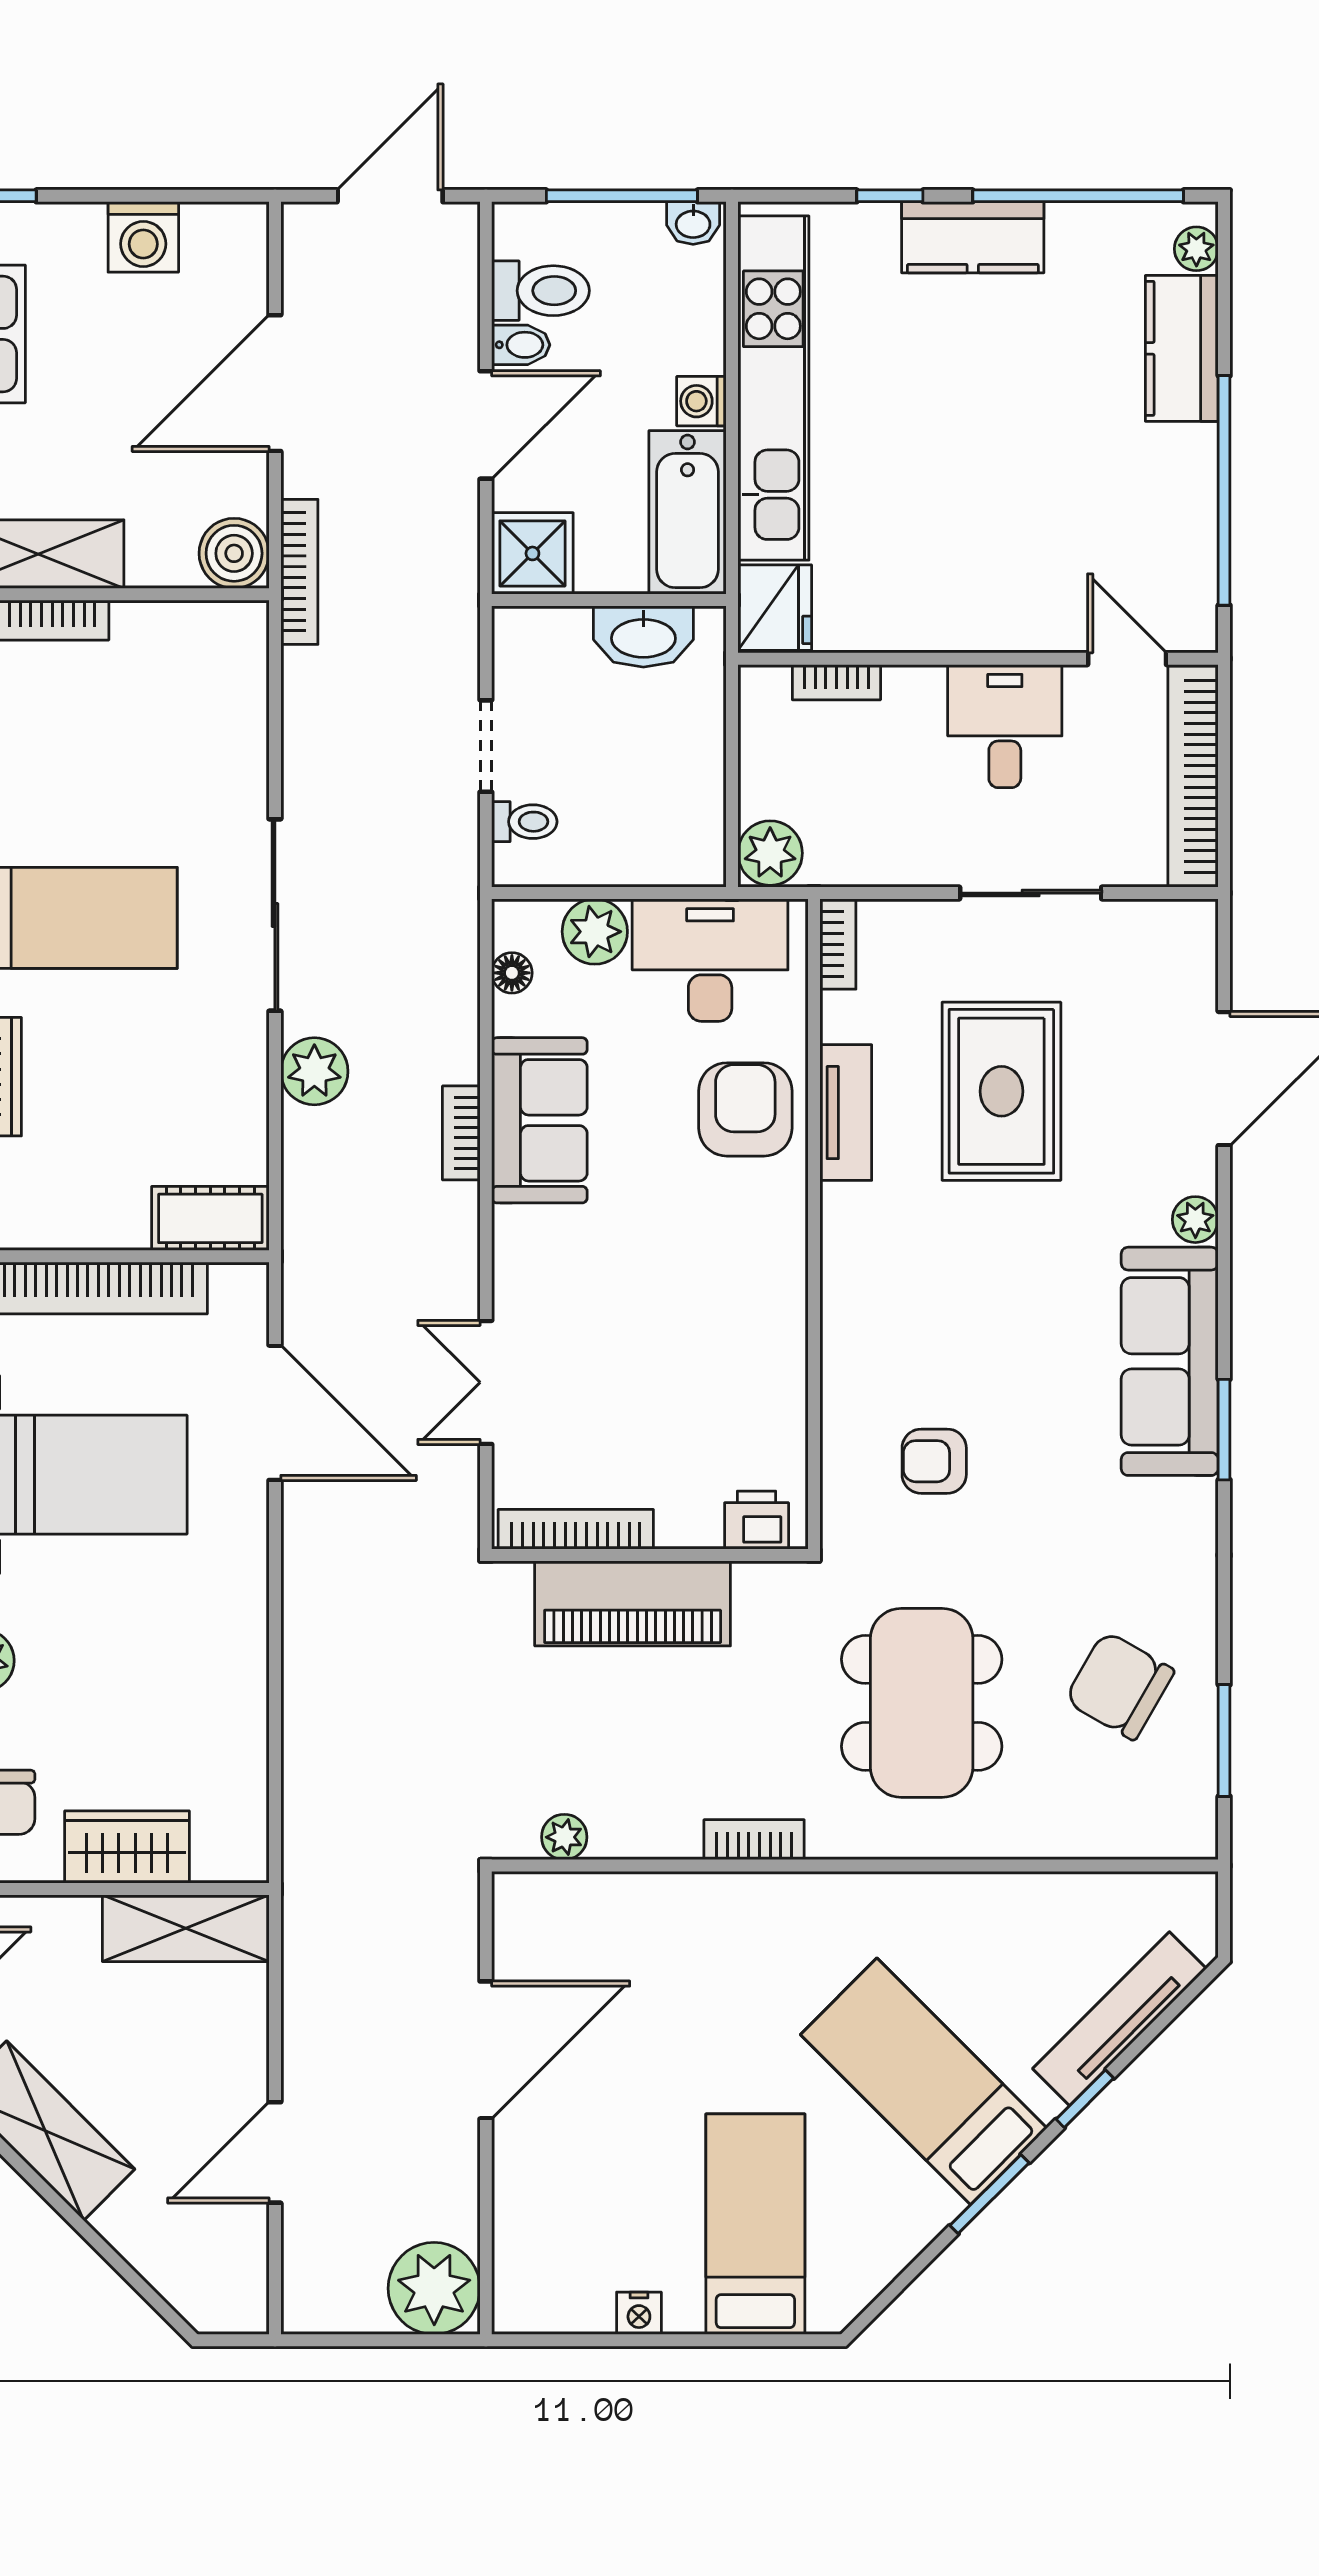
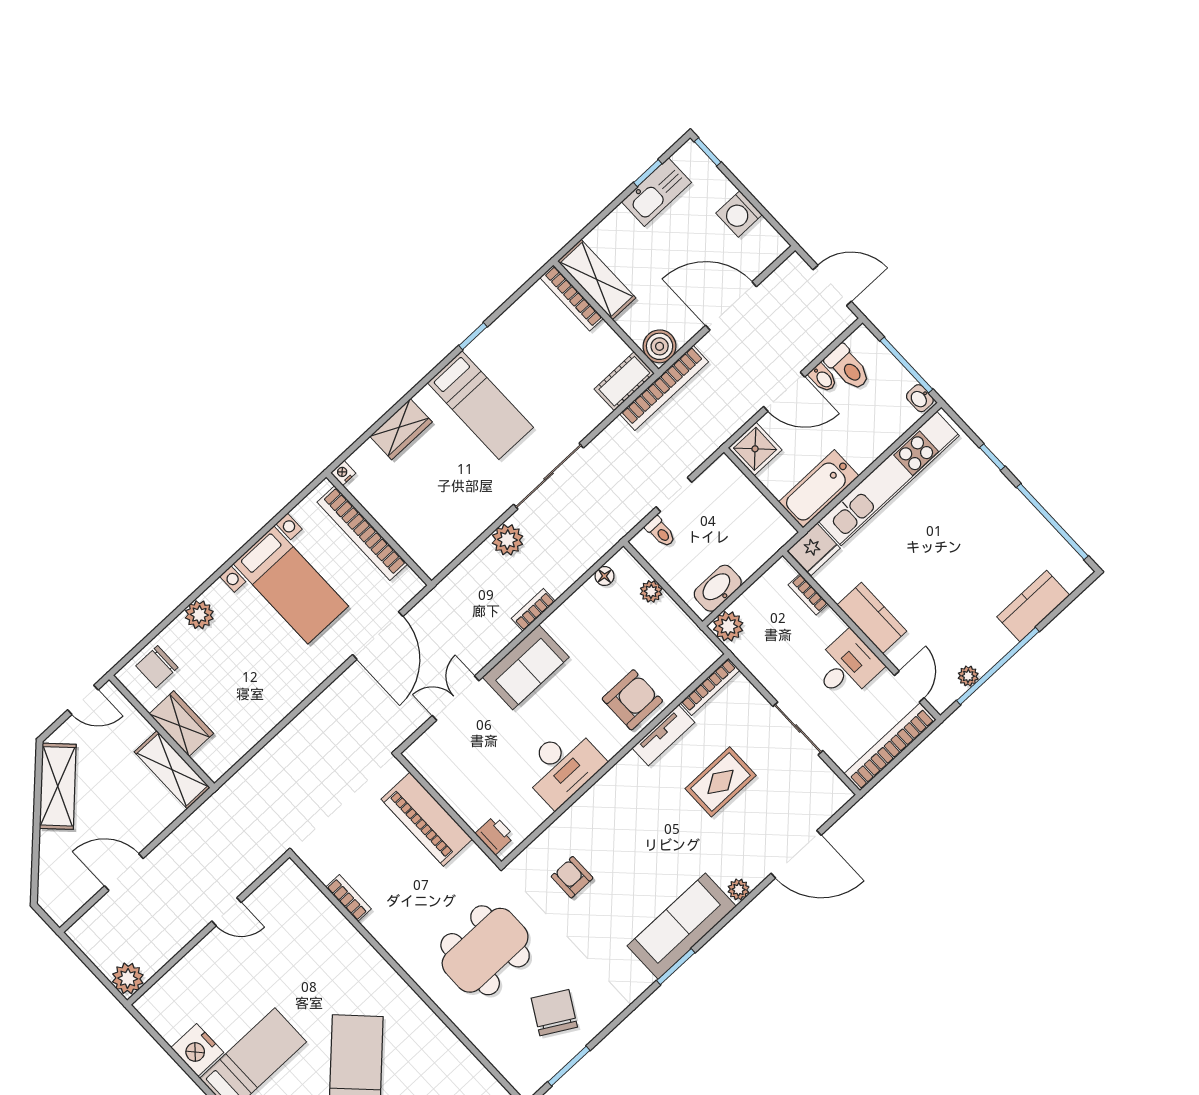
kitchen counter: (973, 237) -> (872, 618), moved, turned 180
plant: (1196, 249) -> (968, 676), moved
washing machine: (701, 401) -> (861, 458), removed
bookcase: (299, 572) -> (664, 388), width x1.48, depth x1.31
washbasin: (643, 637) -> (718, 588), moved, turned 90
plant: (595, 932) -> (651, 591), width x0.73, depth x0.73
bookcase: (838, 944) -> (710, 687), width x1.56
desk: (710, 960) -> (562, 766), moved, turned 90
rug: (1001, 1091) -> (721, 782), width x0.73, depth x0.70
sofa: (539, 1120) -> (526, 667), moved
cot: (210, 1218) -> (624, 381), moved, turned 90
bookcase: (576, 1529) -> (434, 776), removed
plant: (564, 1837) -> (325, 871), removed
bookcase: (754, 1840) -> (349, 898), moved
door: (486, 2050) -> (227, 912), width x0.53
plant: (434, 2288) -> (128, 978), width x0.73, depth x0.73
nightstand: (639, 2313) -> (197, 1050), width x1.89, depth x1.79

